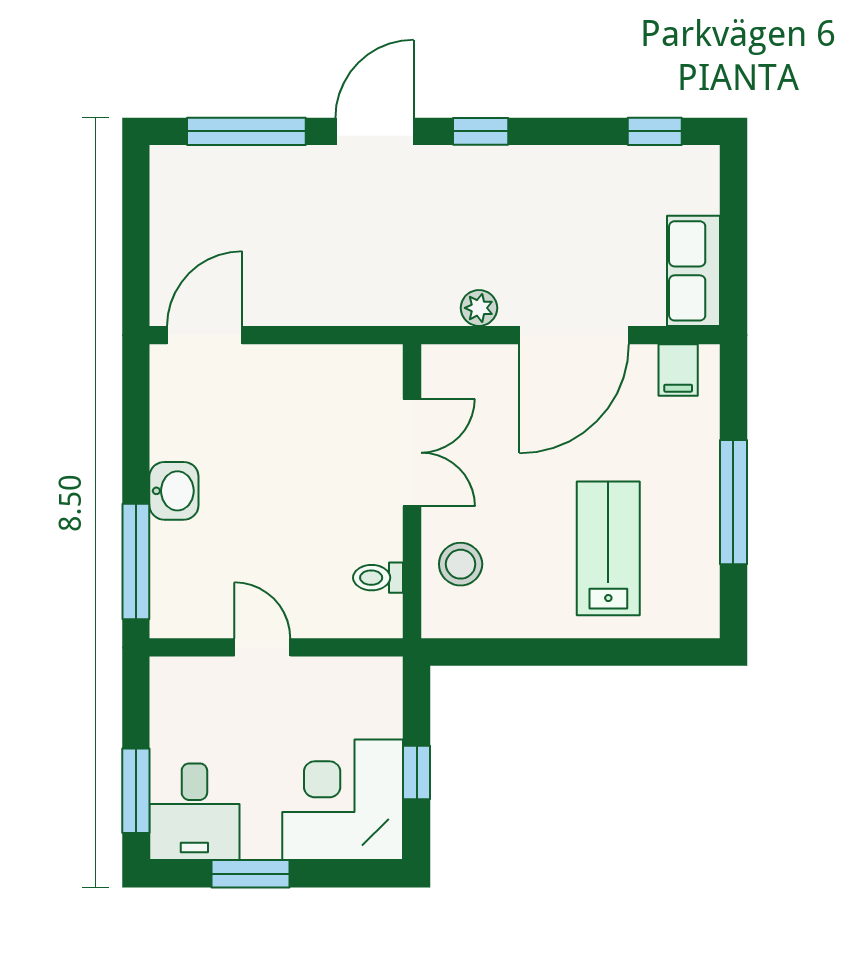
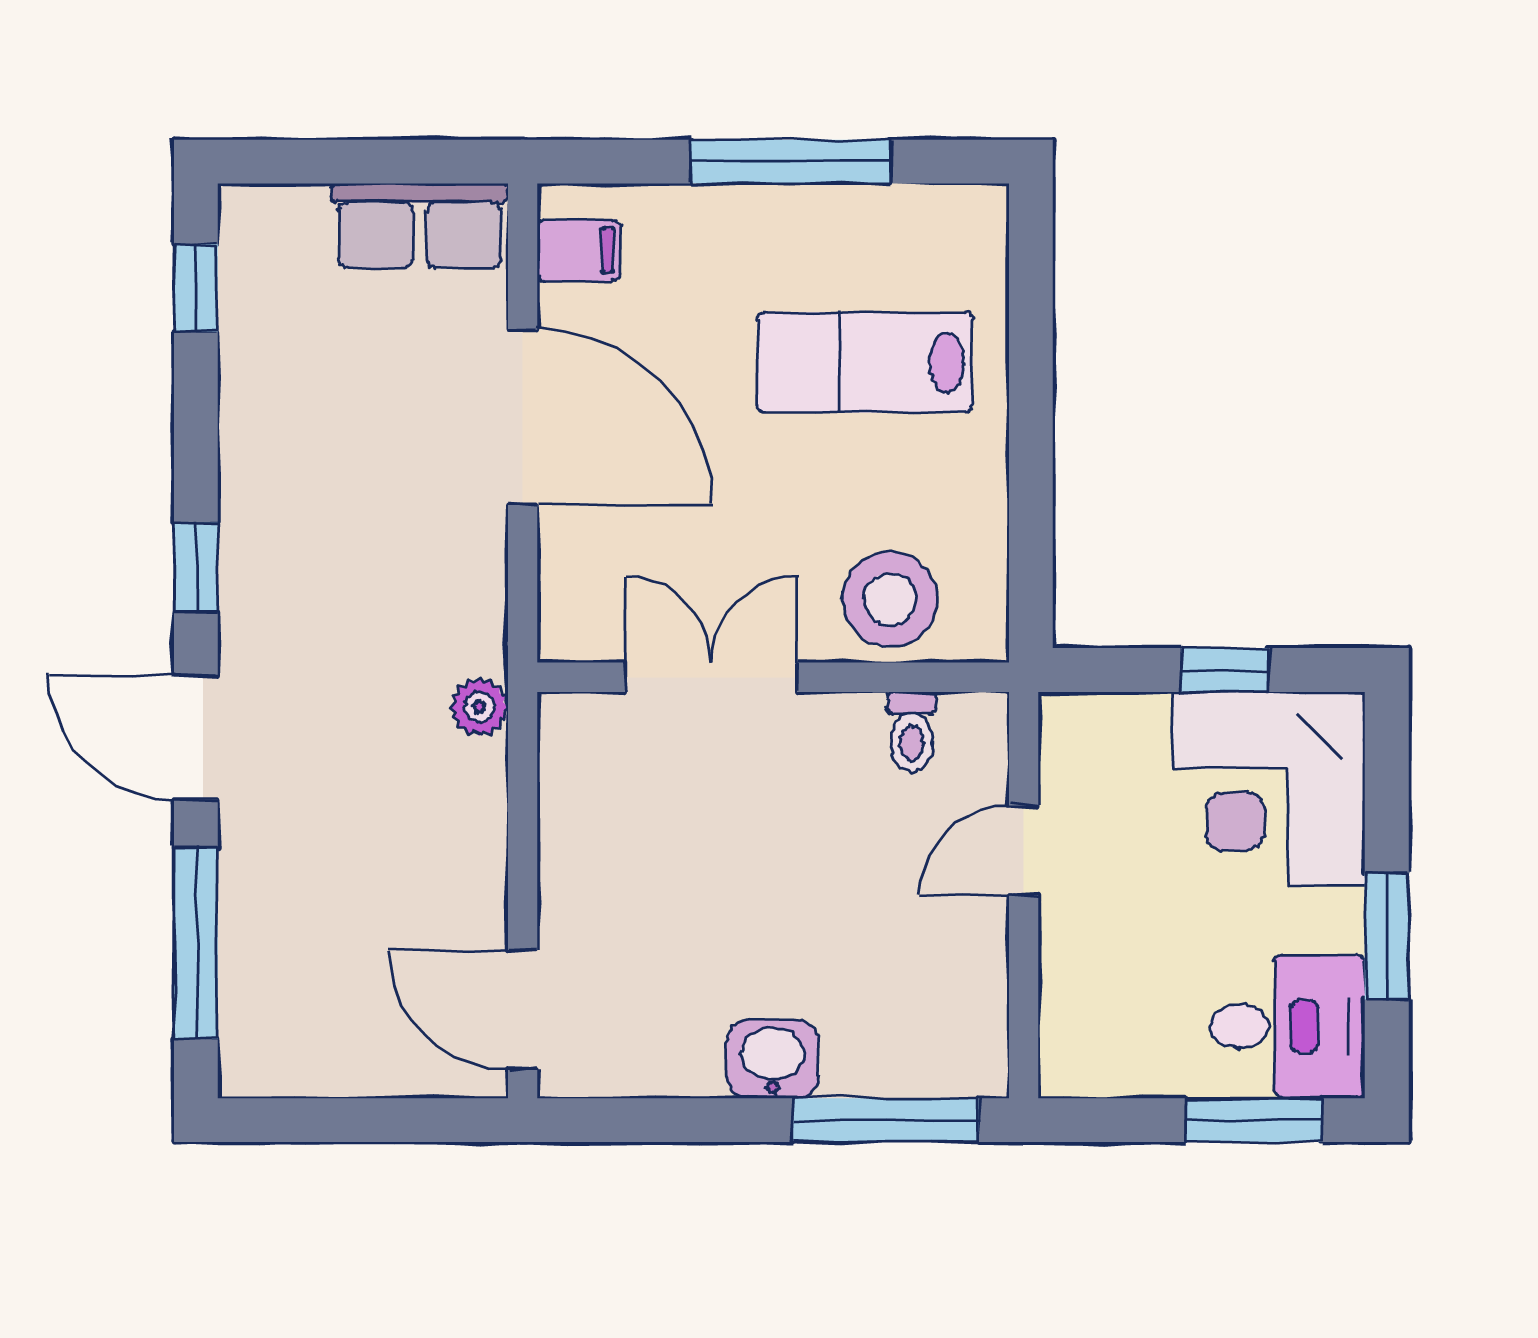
plant: (479, 308) -> (479, 707), moved
stool: (461, 564) -> (890, 599), width x1.38, depth x1.38
door: (262, 647) -> (1024, 850), moved

